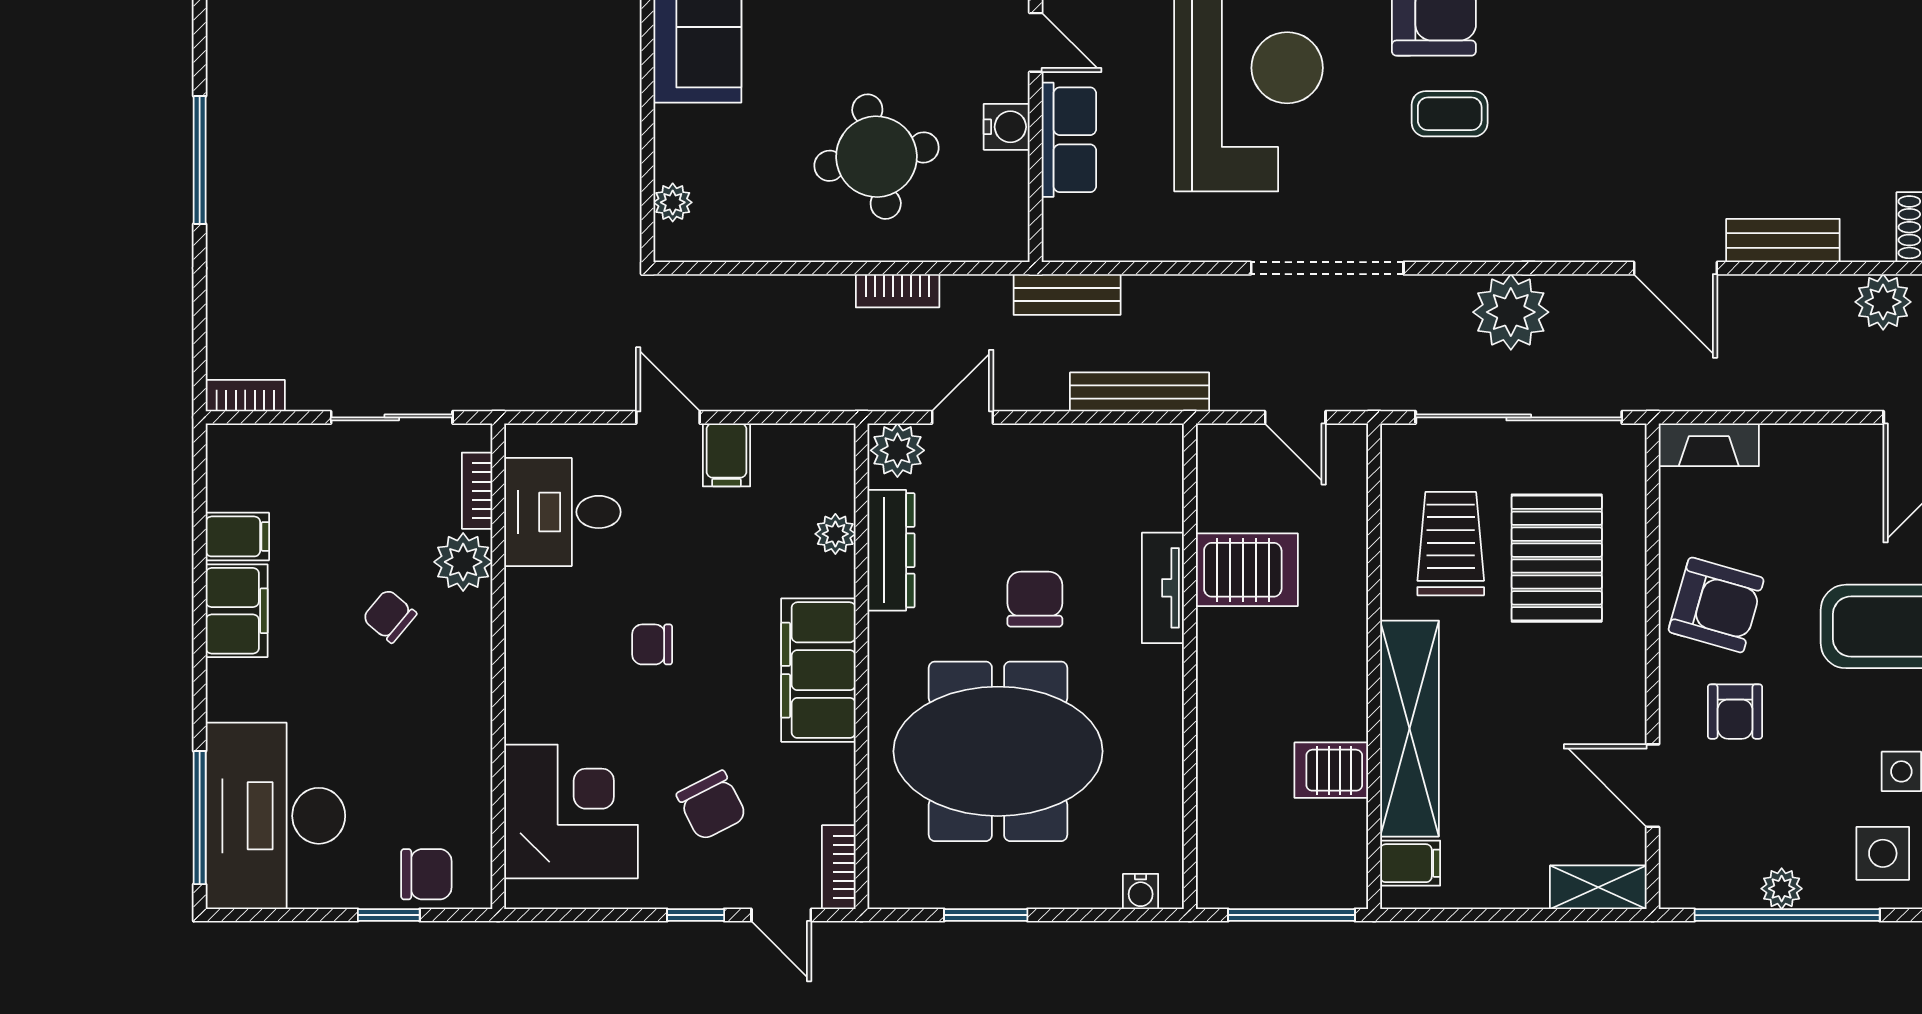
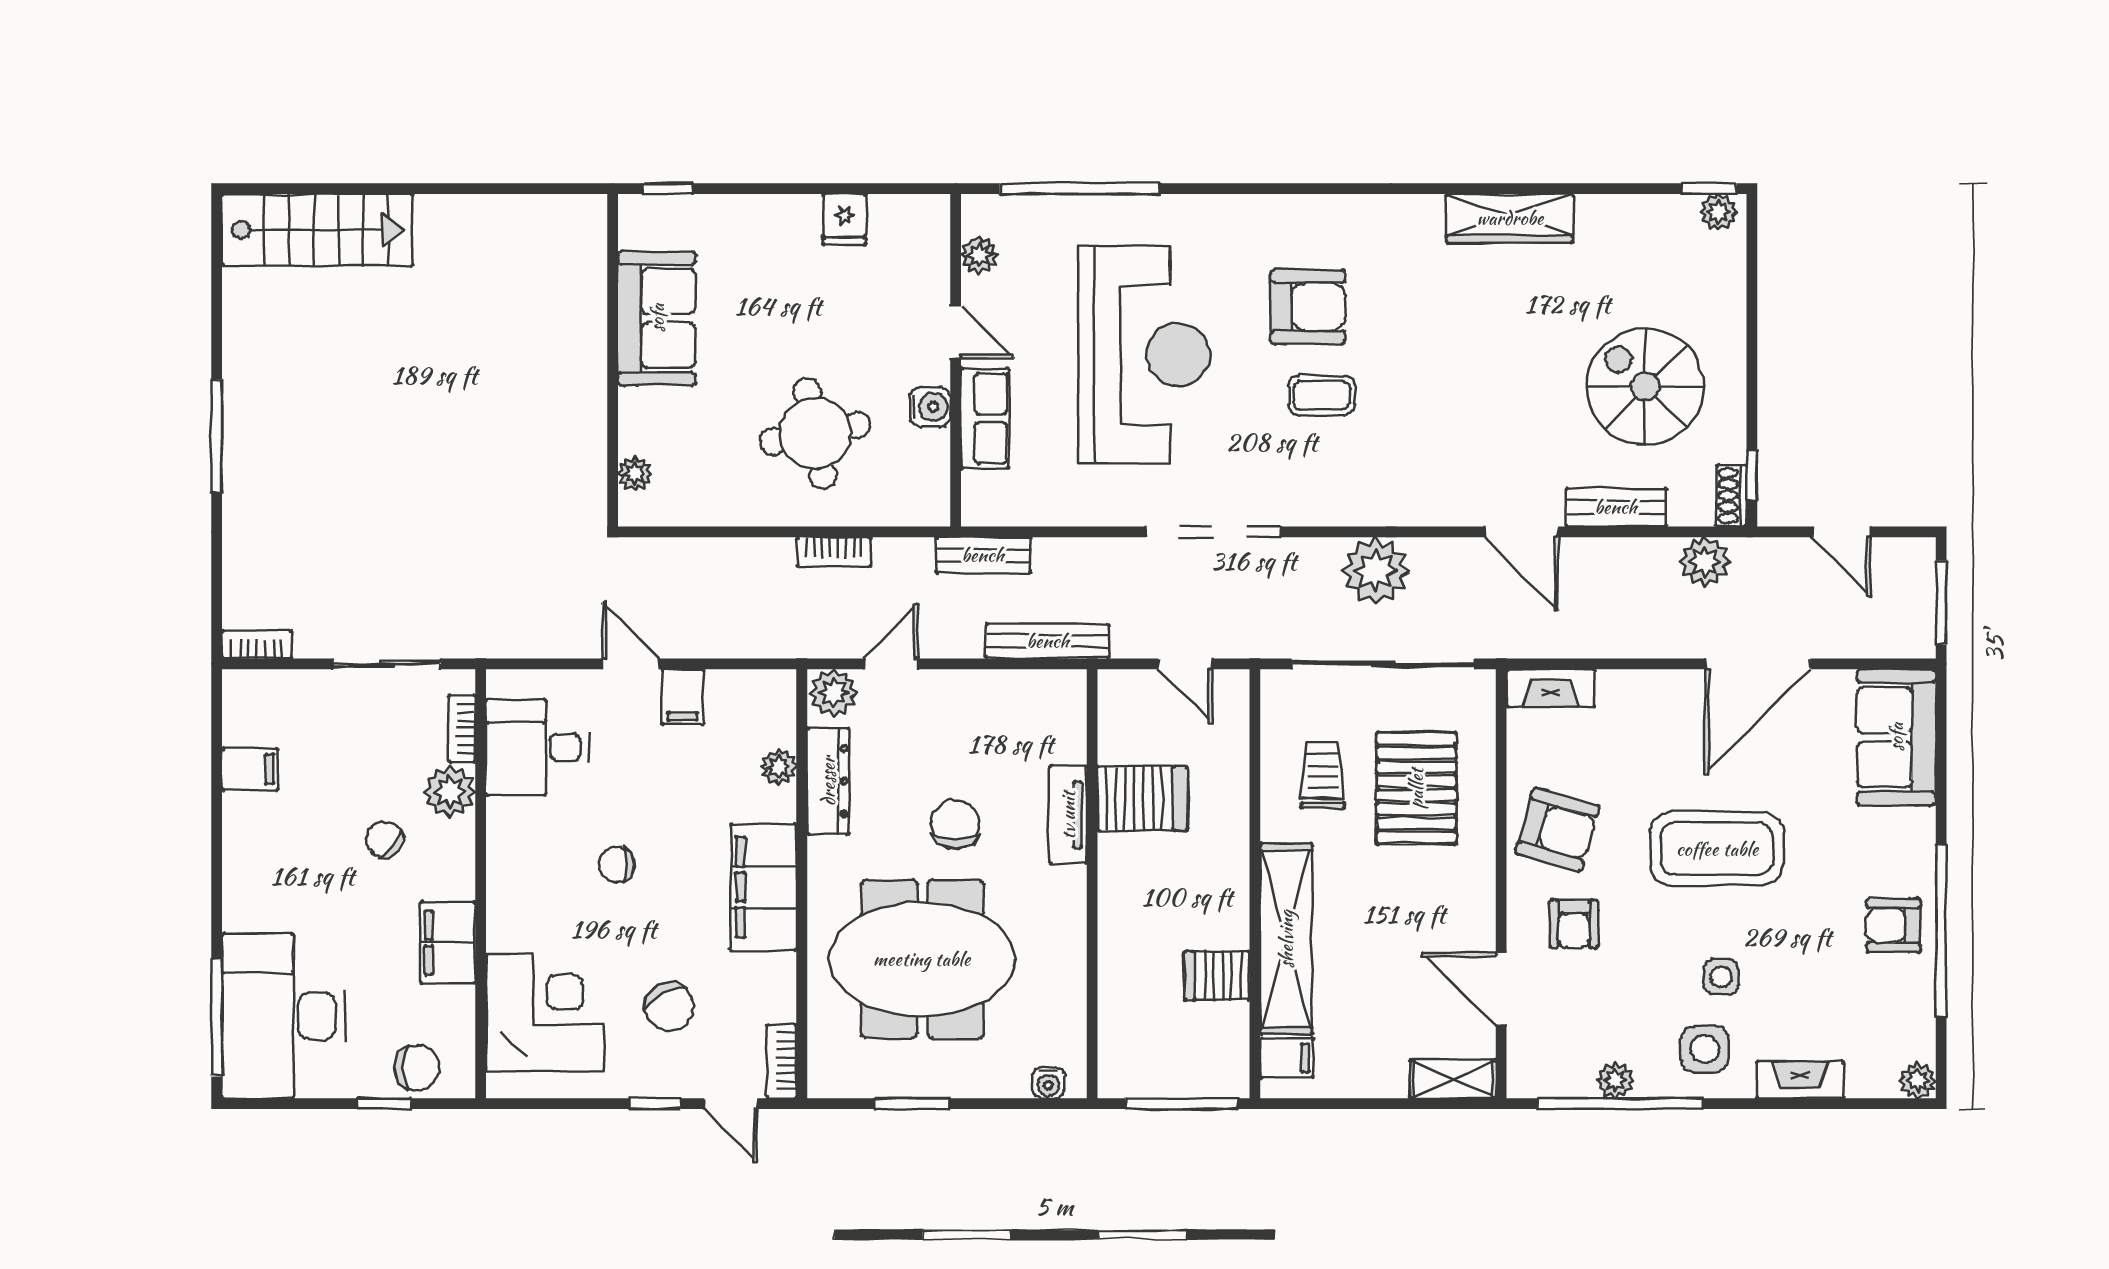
spiral stairs: (1816, 104) -> (1645, 387), added
trolley: (1451, 544) -> (1323, 775), width x0.73, depth x0.72
filing cabinet: (237, 611) -> (448, 943), moved, turned 180

